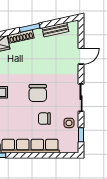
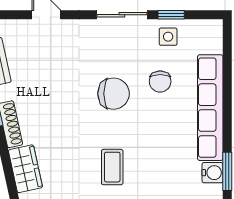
window: (81, 135) -> (171, 15), moved

